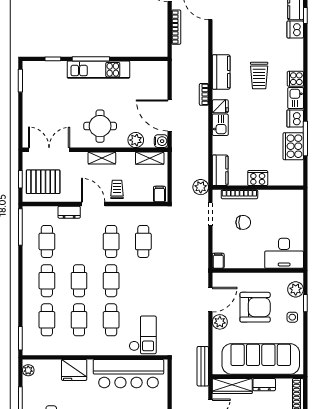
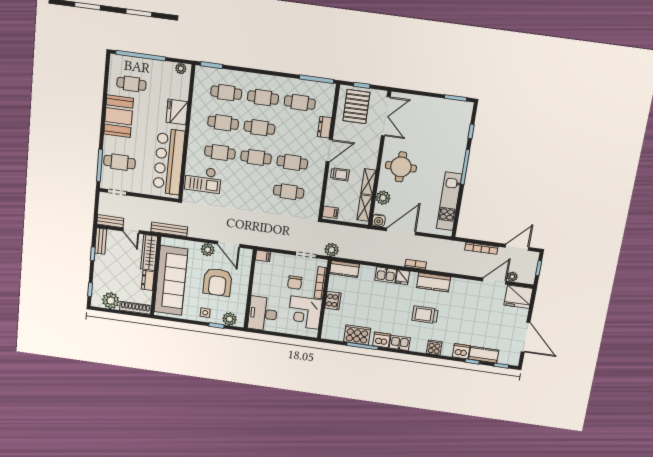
kitchen unit: (98, 70) -> (449, 201), moved
cooker: (295, 79) -> (434, 347), moved
shelving: (102, 158) -> (368, 182), moved
corner desk: (276, 207) -> (305, 313), added

